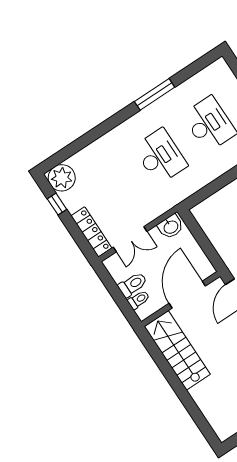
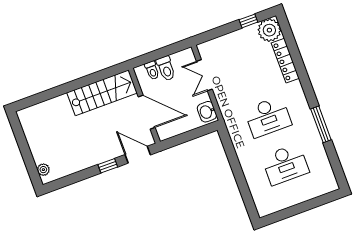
locker: (91, 232) -> (285, 61), moved, turned 90

